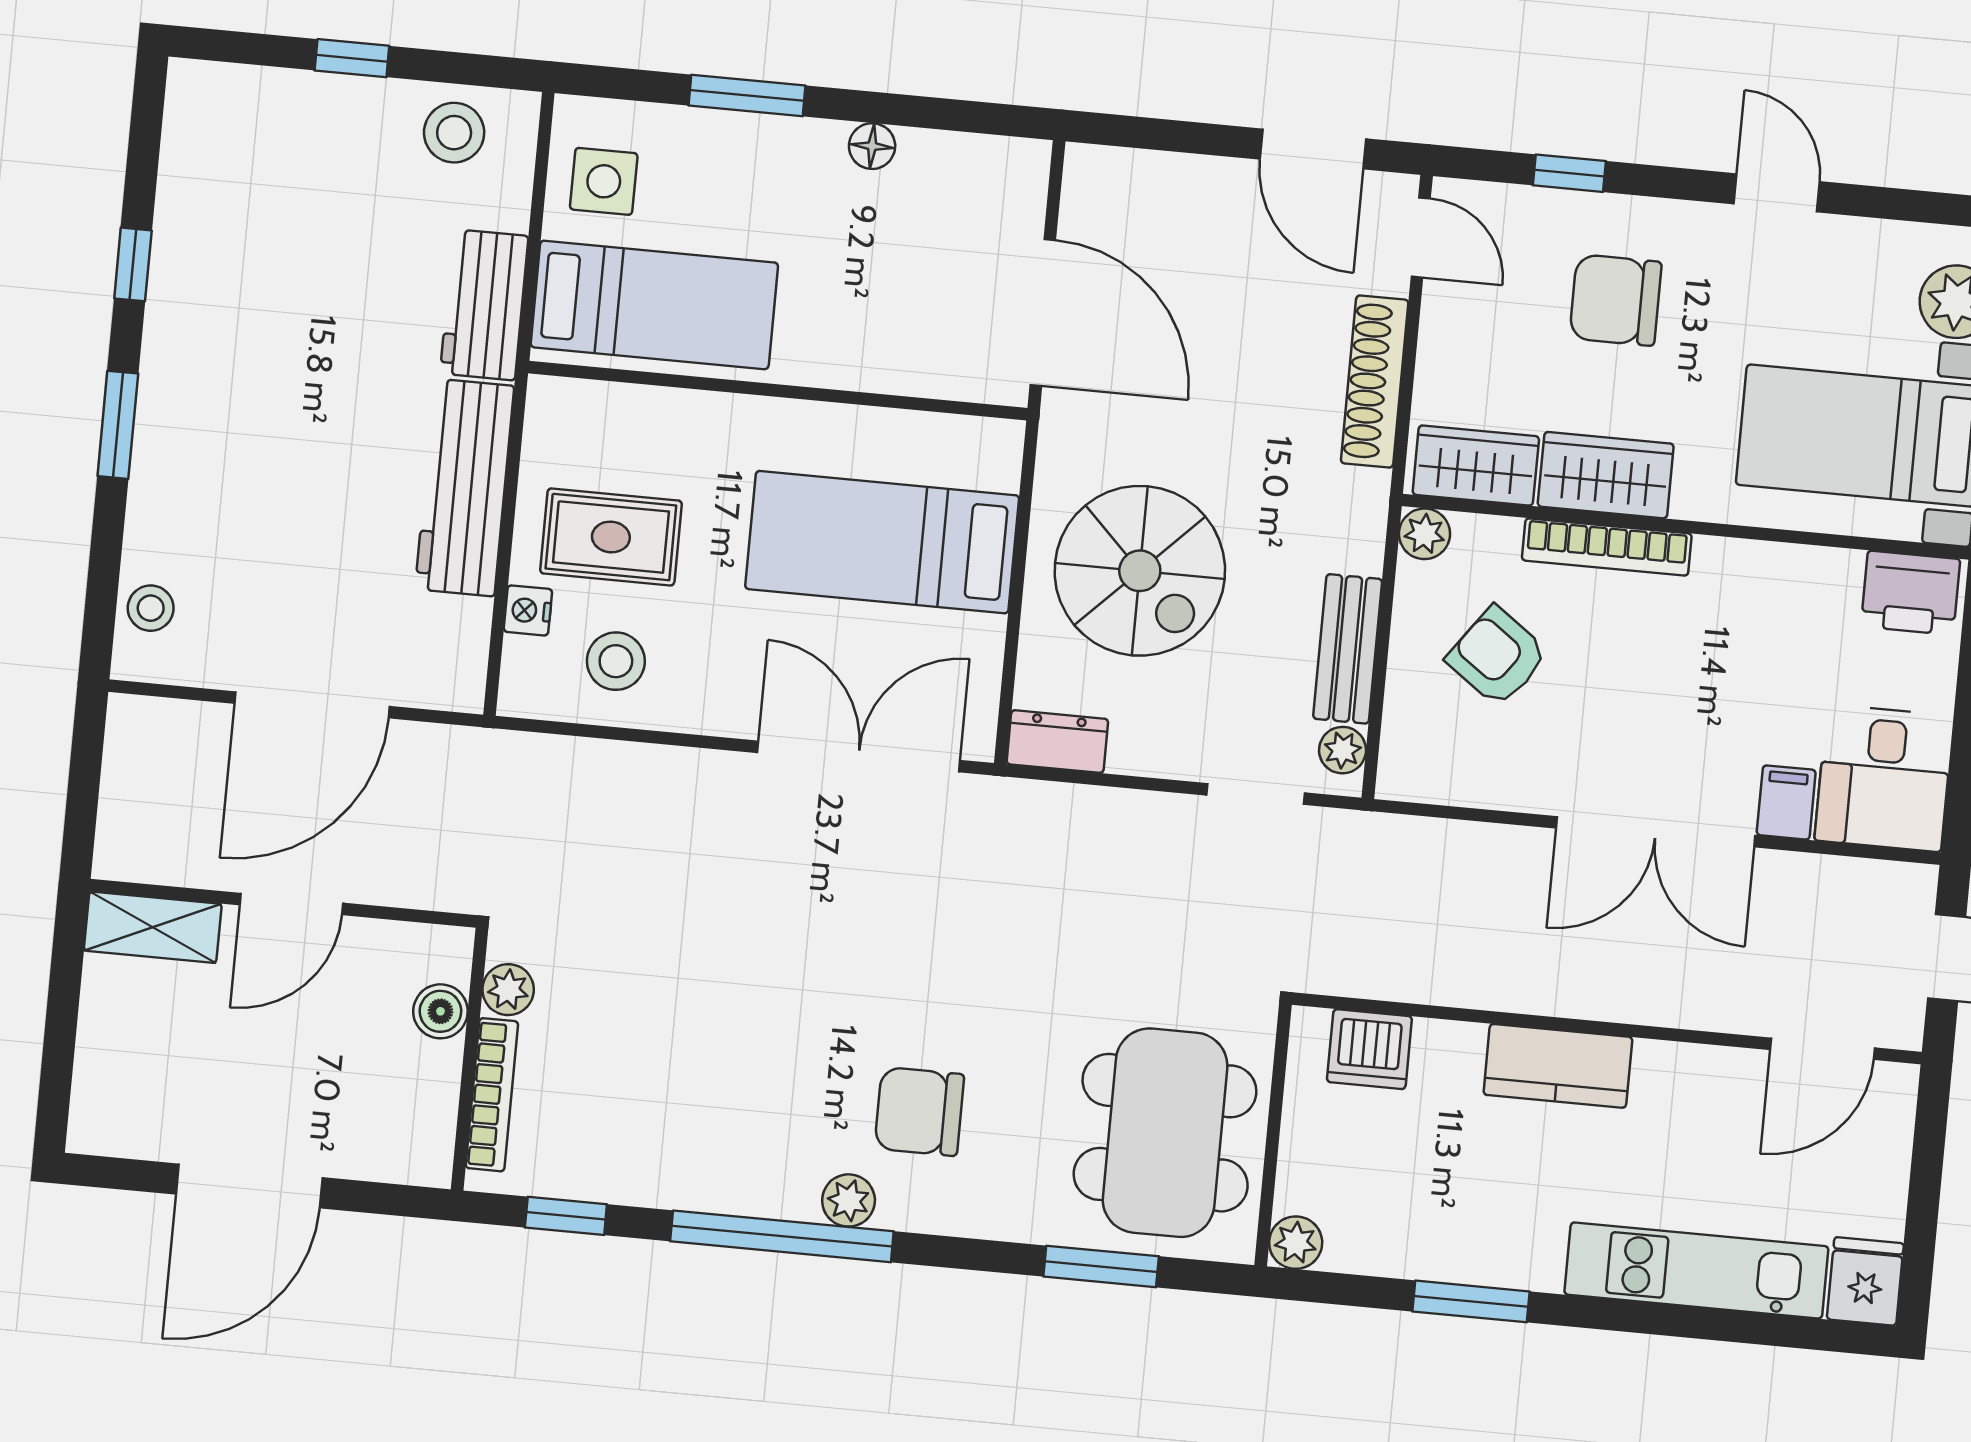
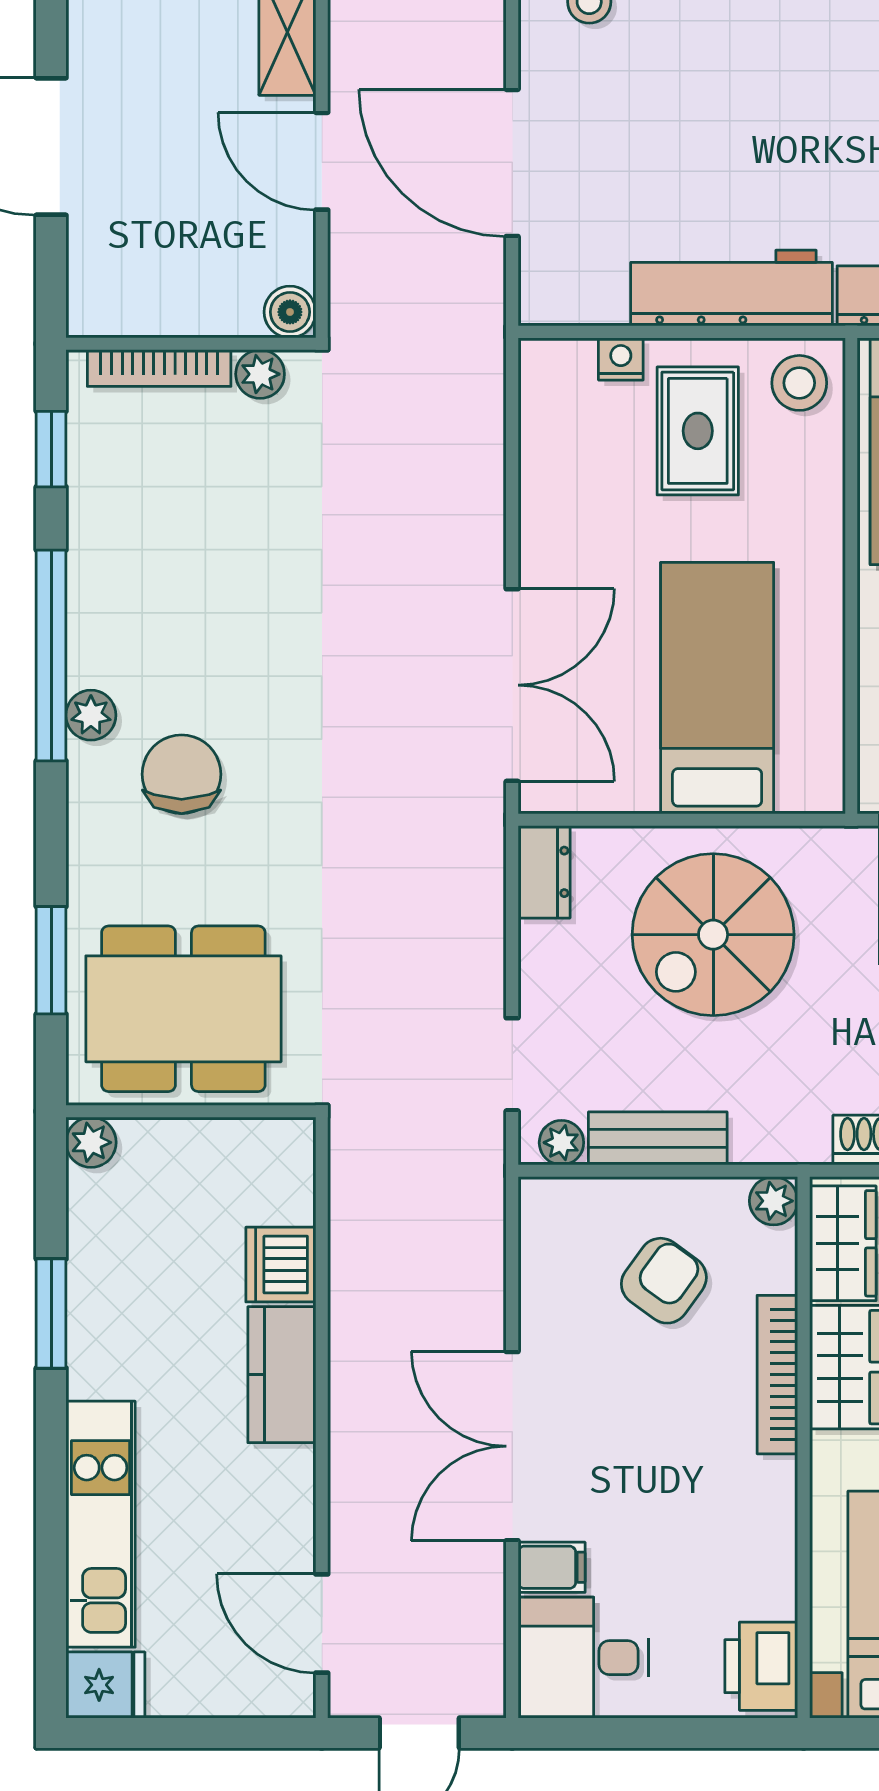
stool: (616, 661) -> (799, 383), moved
boiler: (440, 1011) -> (290, 312), moved
dishwasher: (1369, 1049) -> (281, 1265), moved

